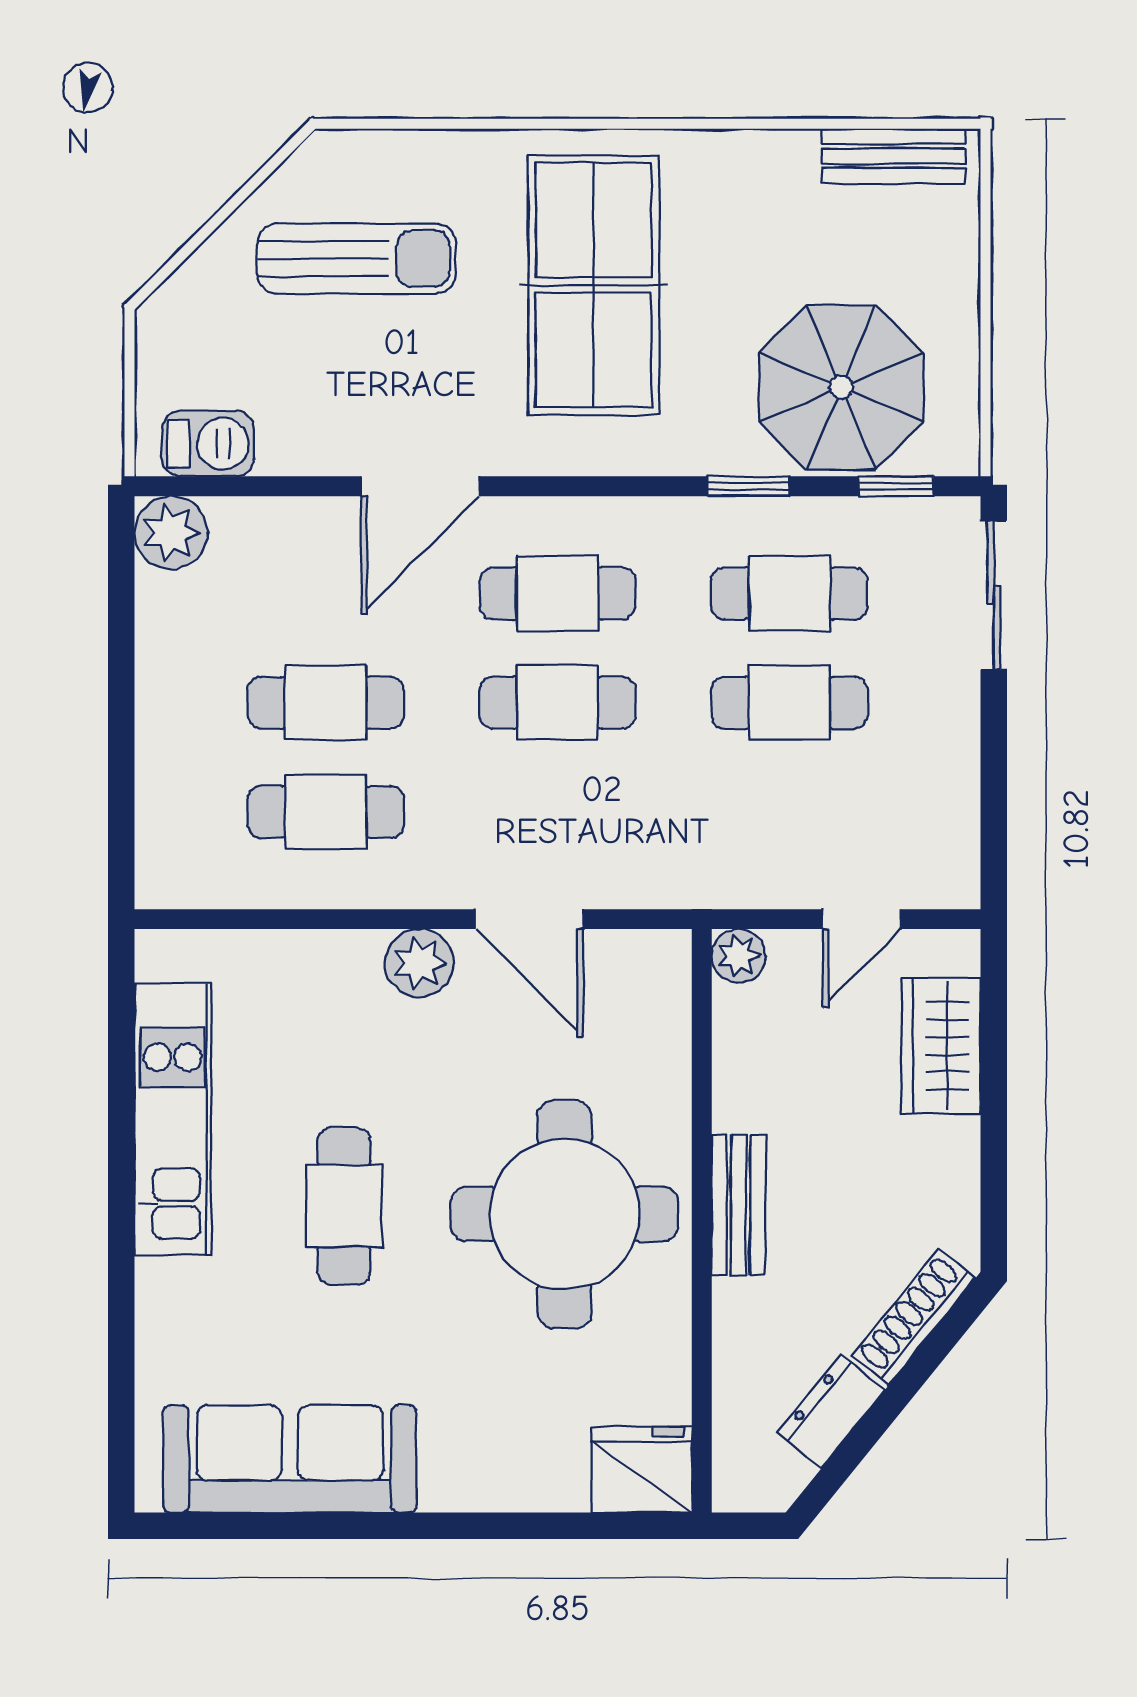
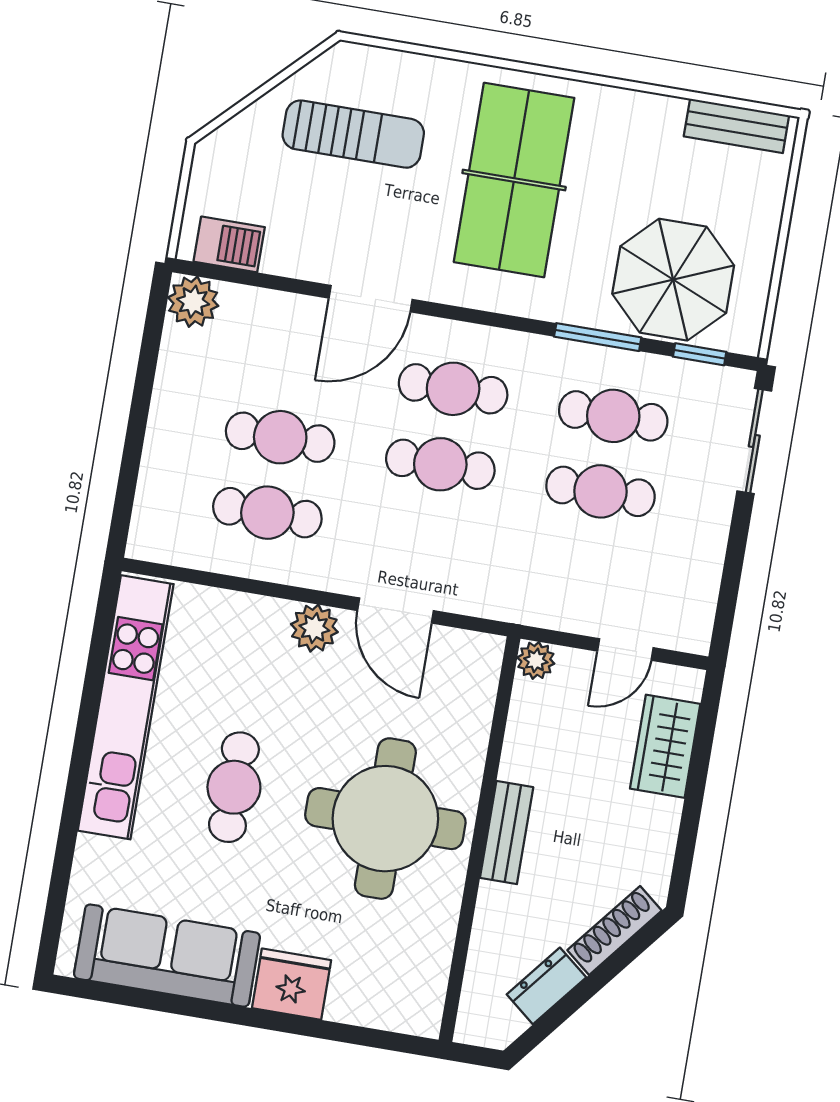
window: (749, 486) -> (598, 337), width x1.50
kitchen unit: (173, 1119) -> (126, 707), width x1.36
fridge: (642, 1470) -> (291, 984), moved

